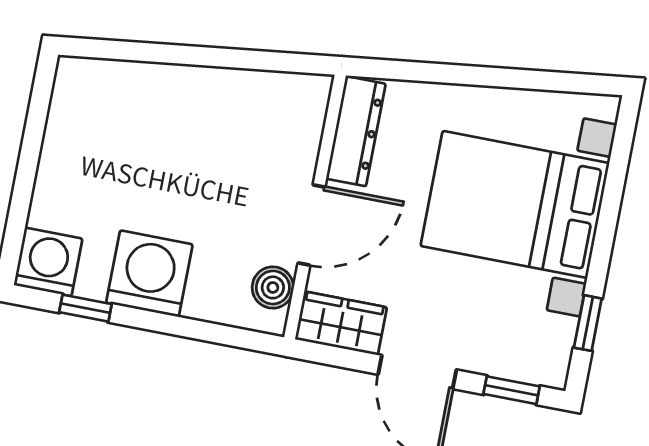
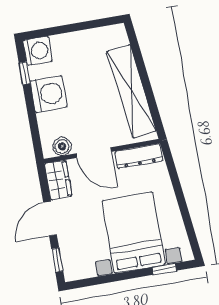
shelving: (211, 94) -> (131, 91), added
window: (588, 323) -> (164, 269), moved

